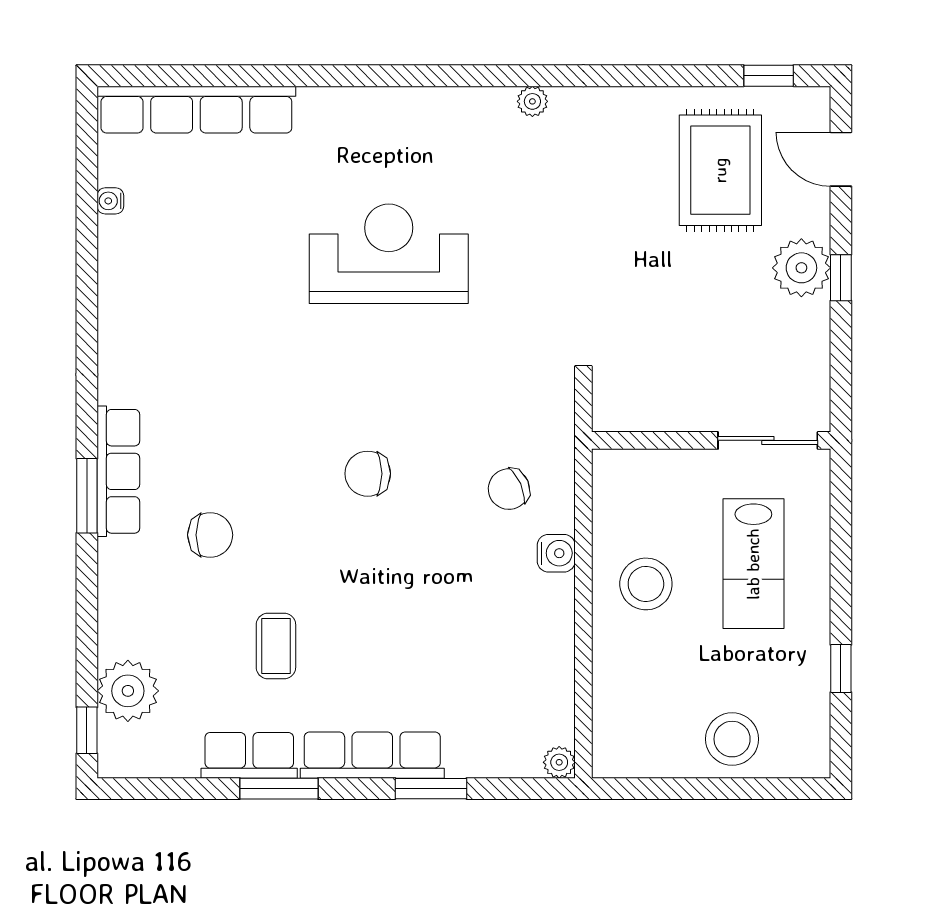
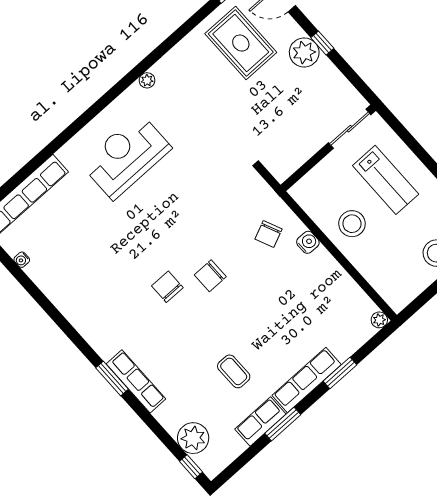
reception desk: (389, 254) -> (126, 156), moved
row of seats: (118, 471) -> (136, 381), moved
chair: (210, 535) -> (167, 287), moved, turned -90

